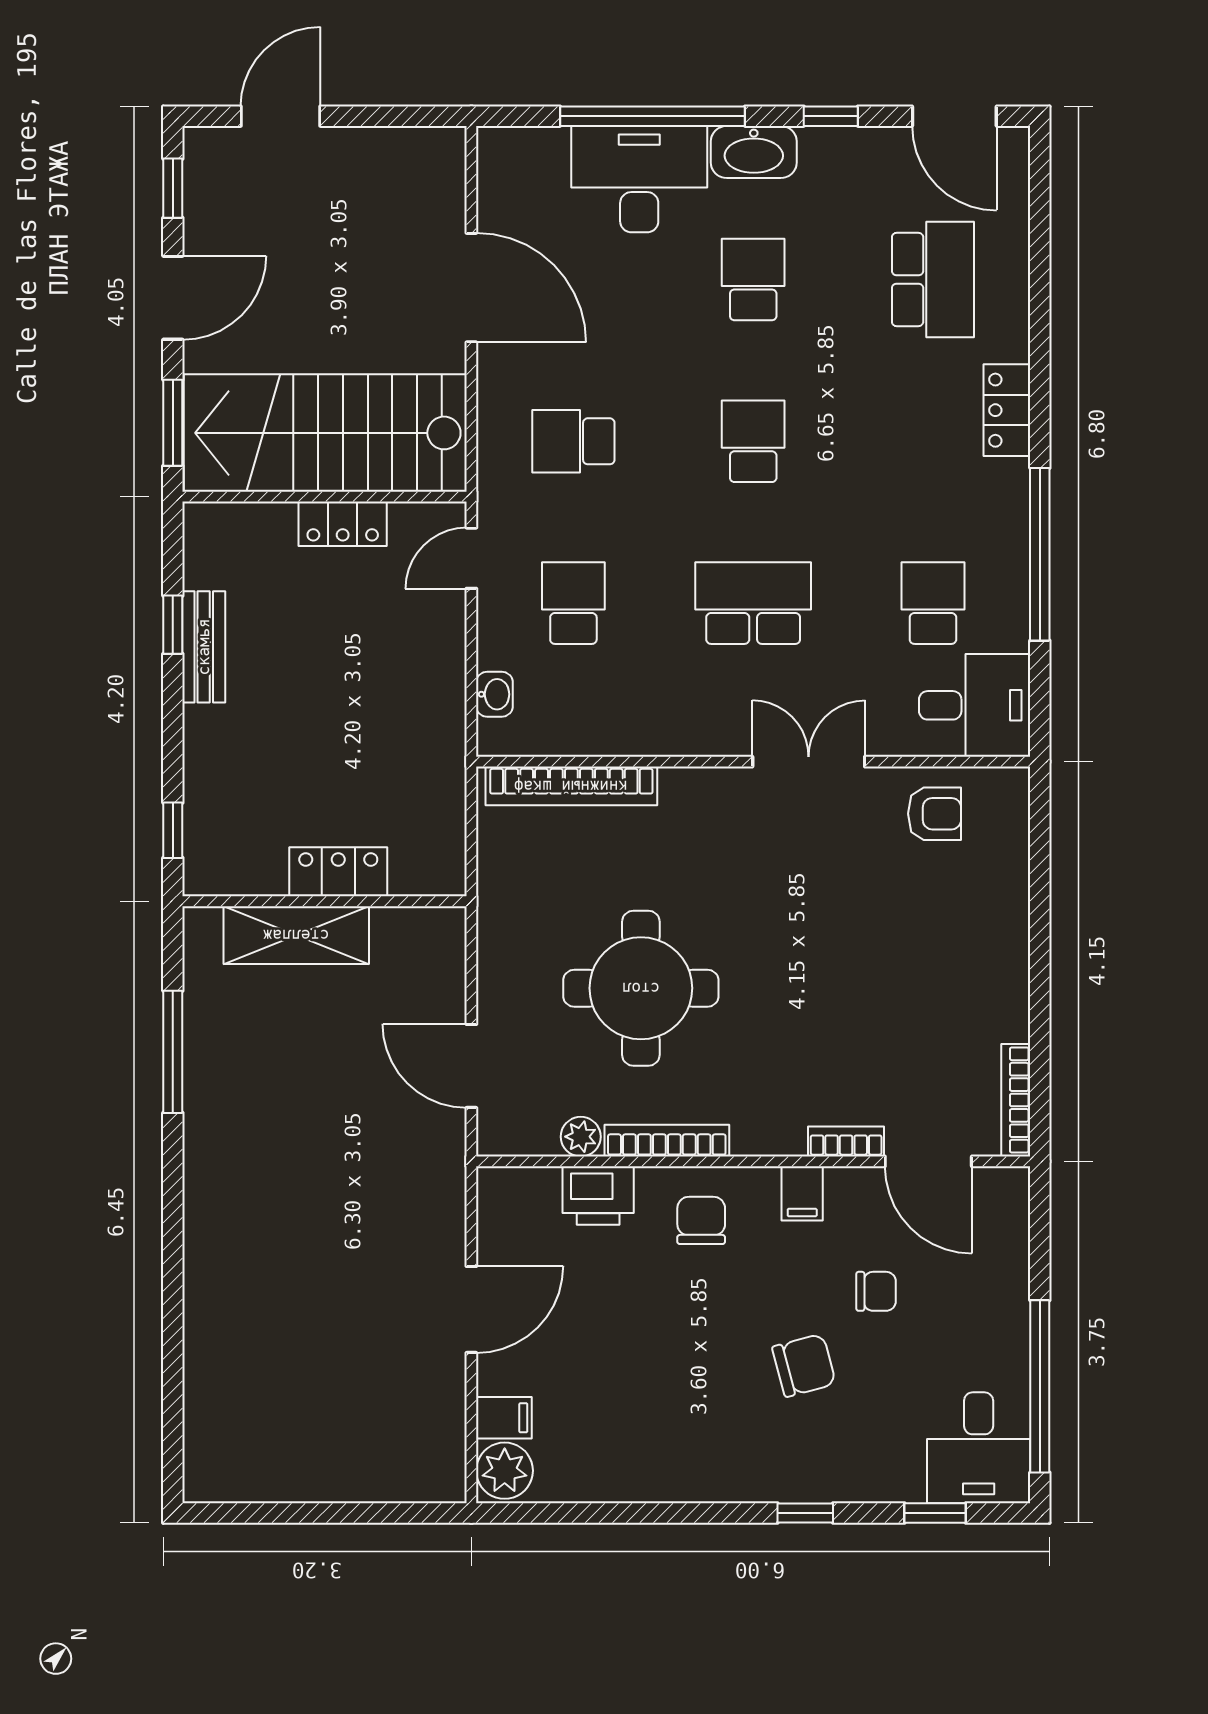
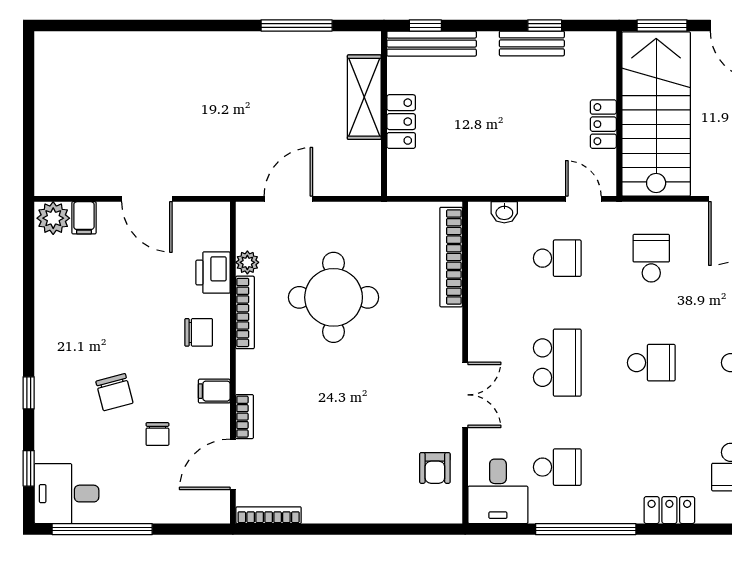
bench: (204, 820) -> (432, 44), added

